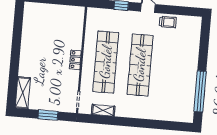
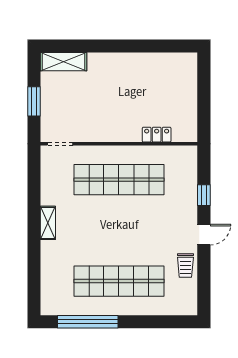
locker: (75, 60) -> (157, 135), moved
shop shelf: (140, 65) -> (119, 281), moved
shelving: (103, 110) -> (48, 223), moved

